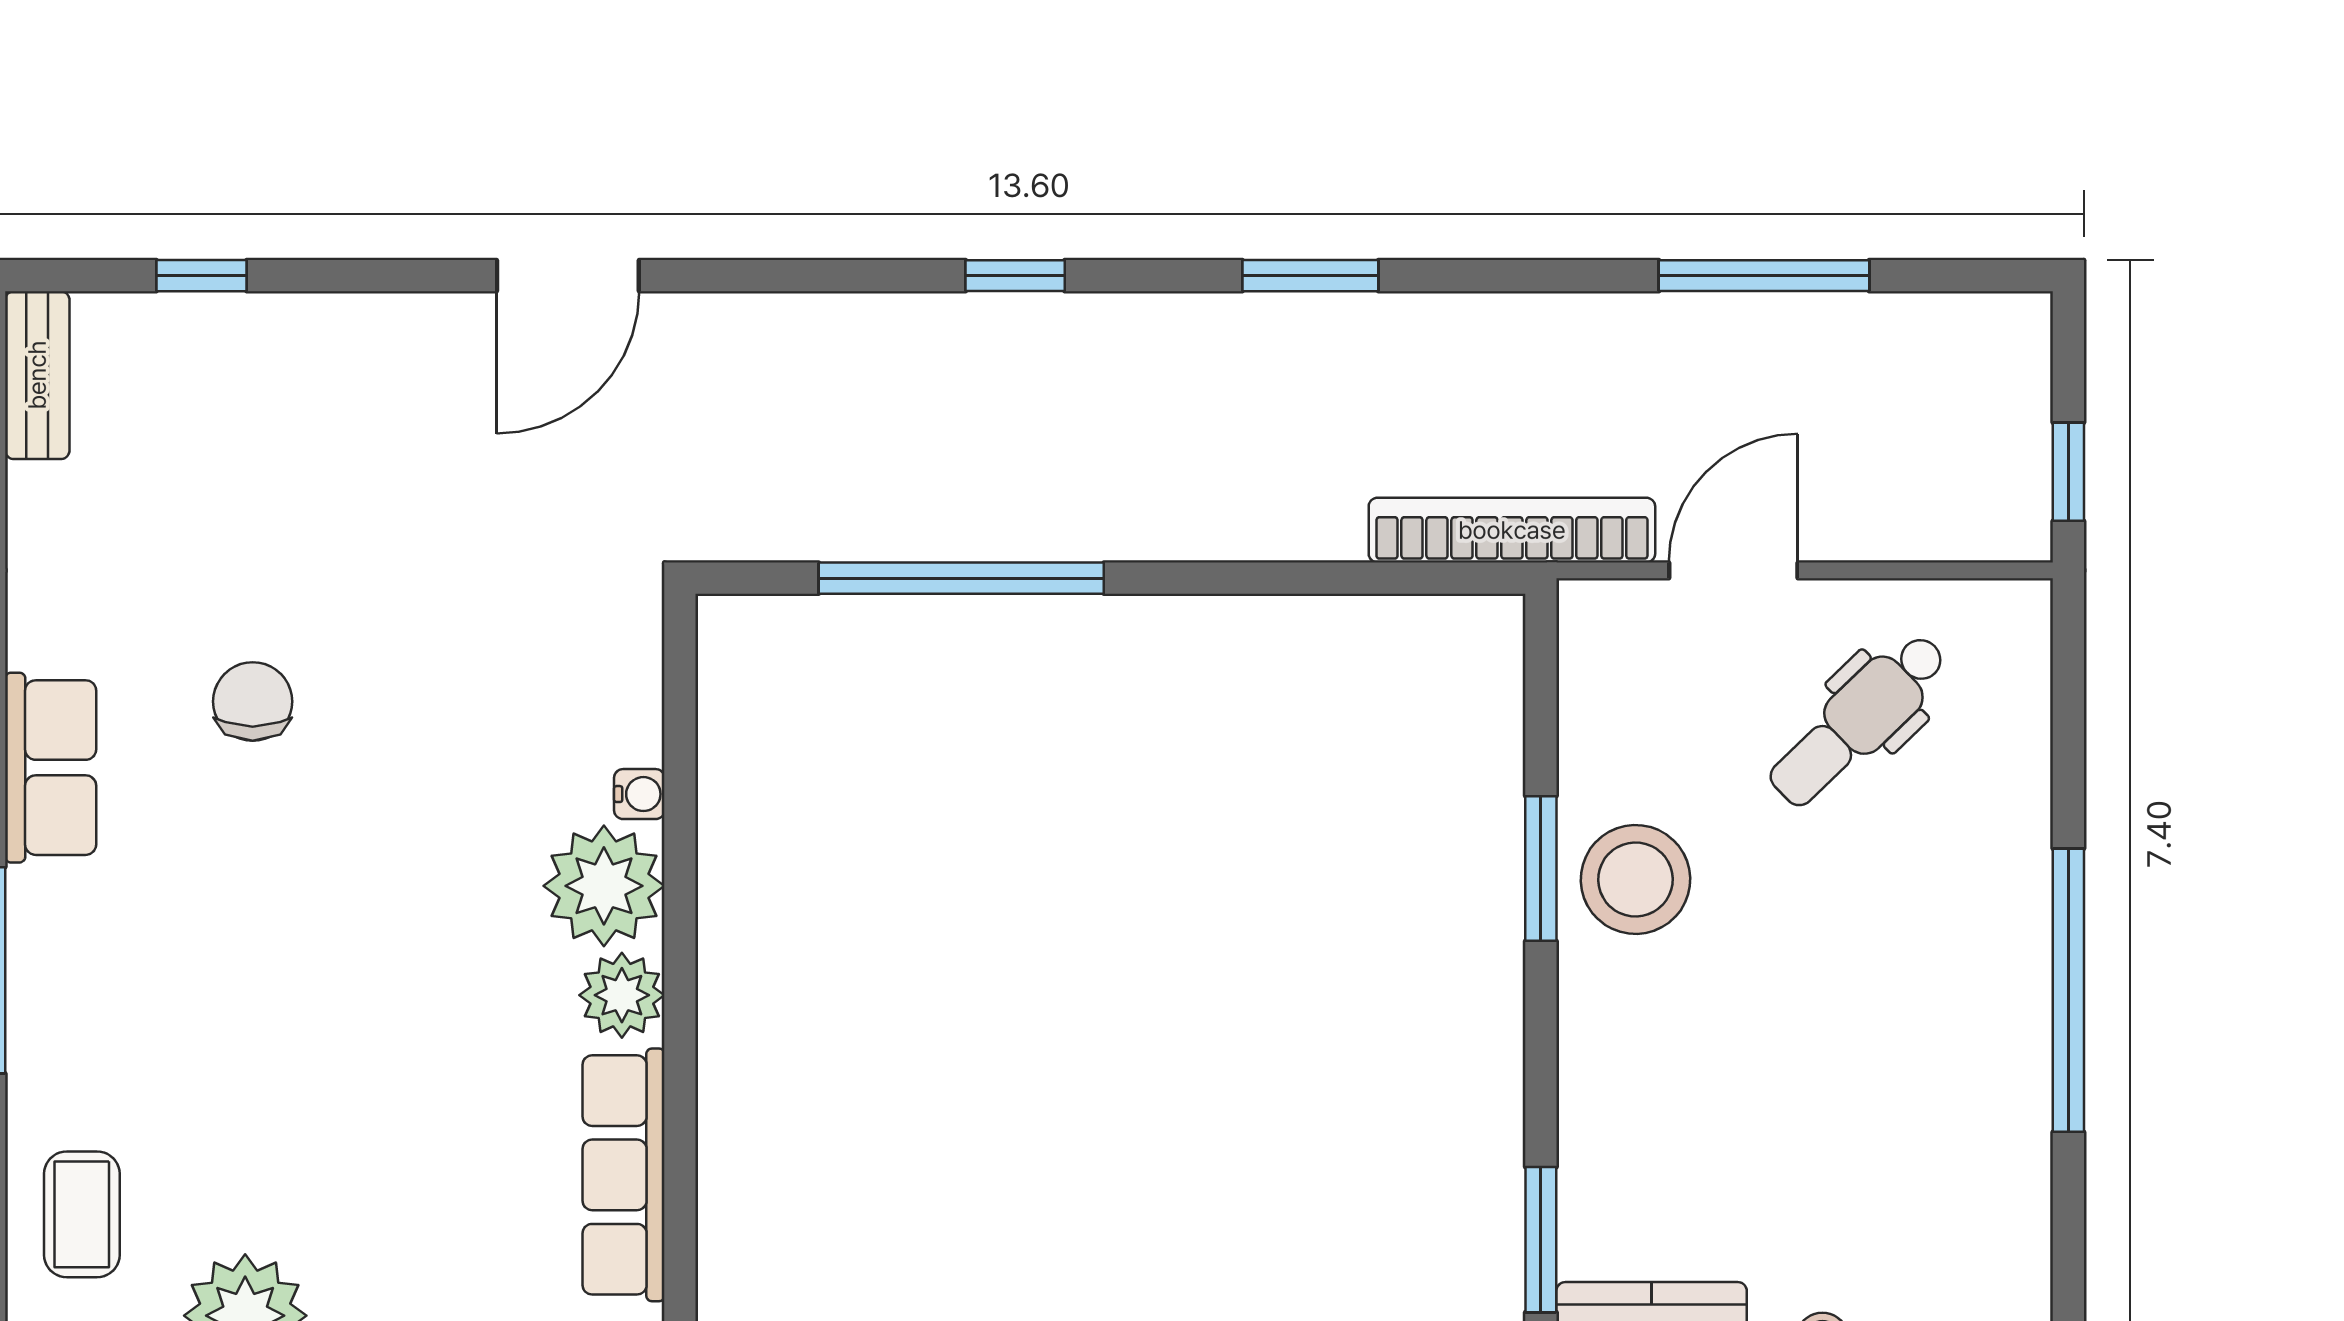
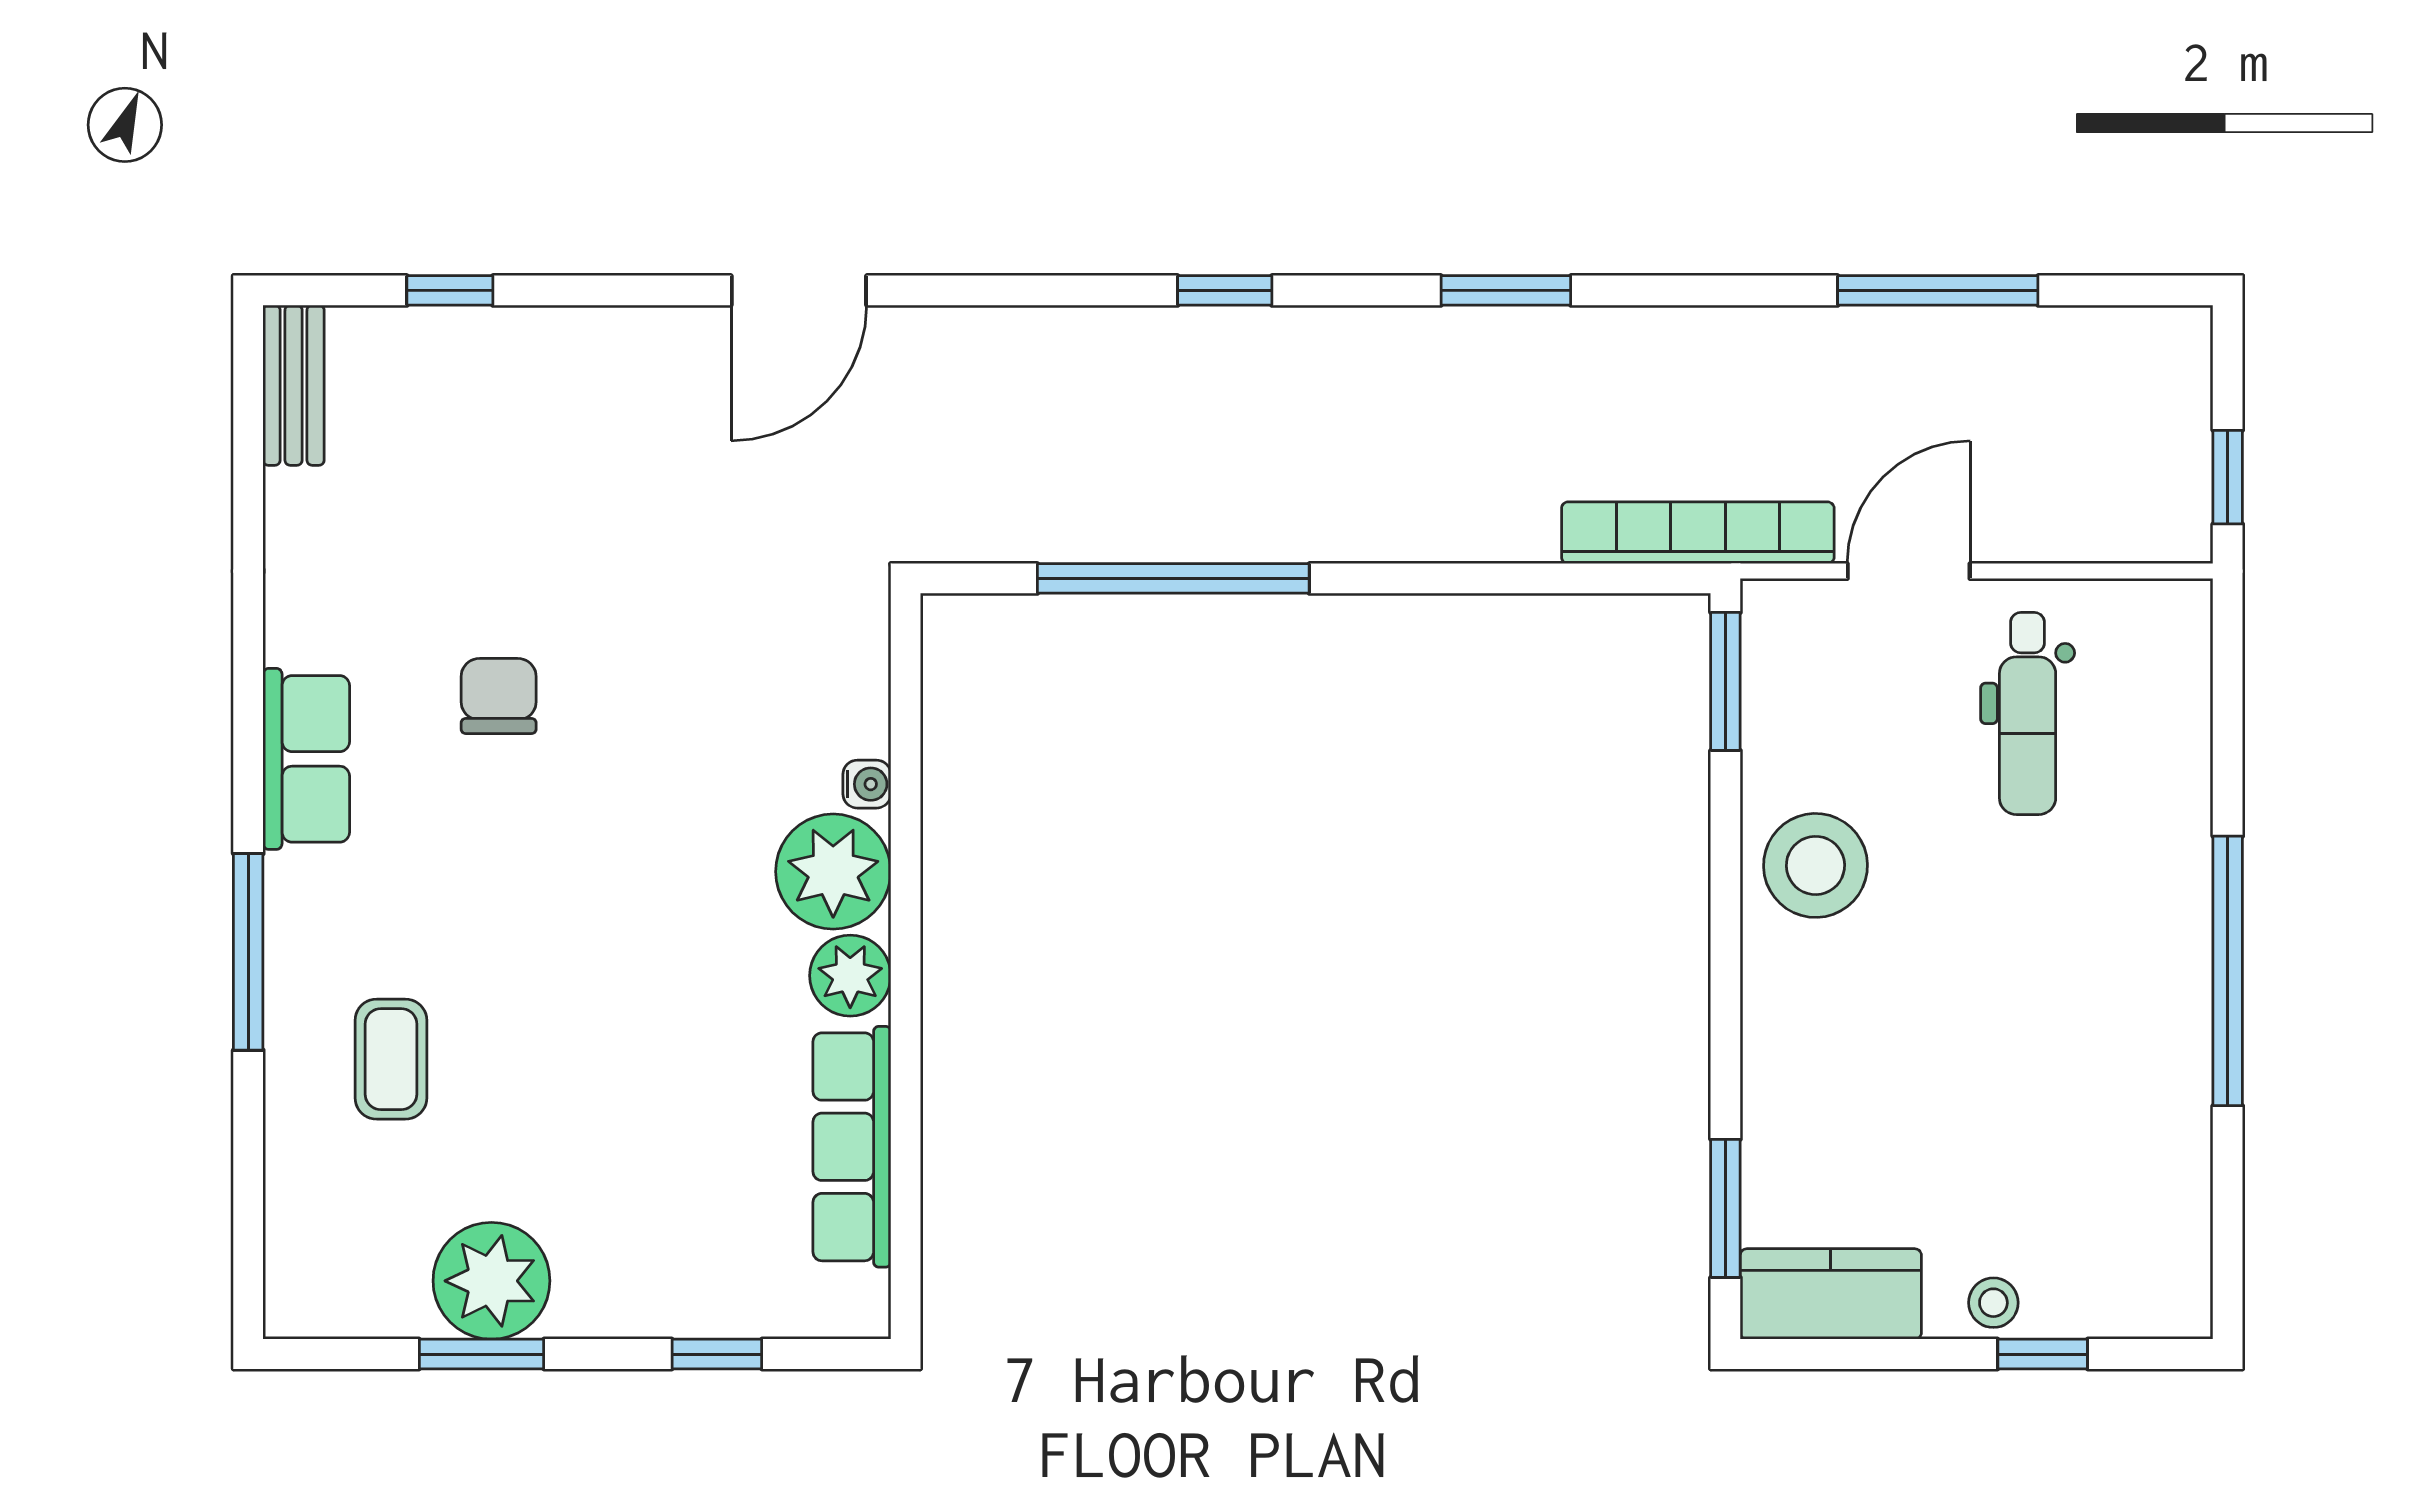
dental chair: (1858, 720) -> (2028, 713), turned -46
window: (1541, 868) -> (1725, 681), moved
coffee table: (82, 1214) -> (391, 1059), moved

